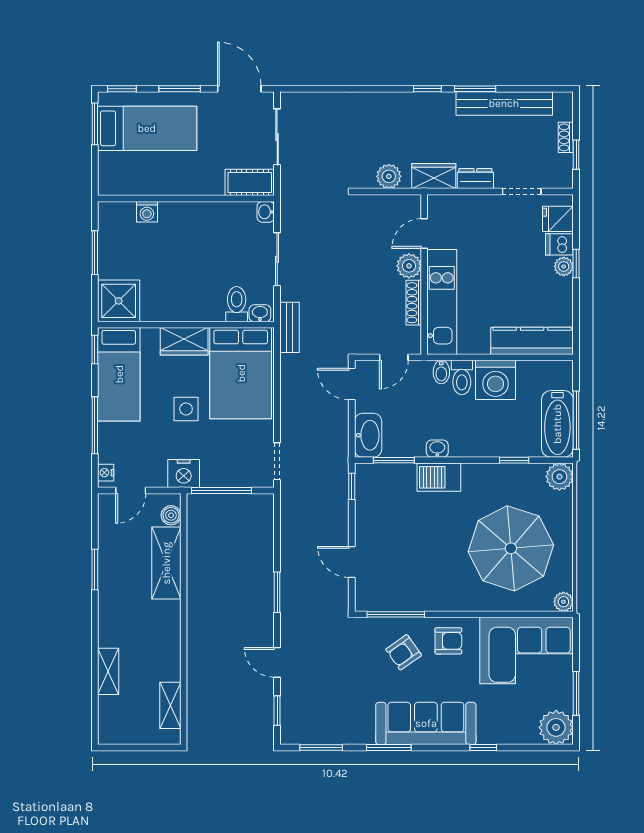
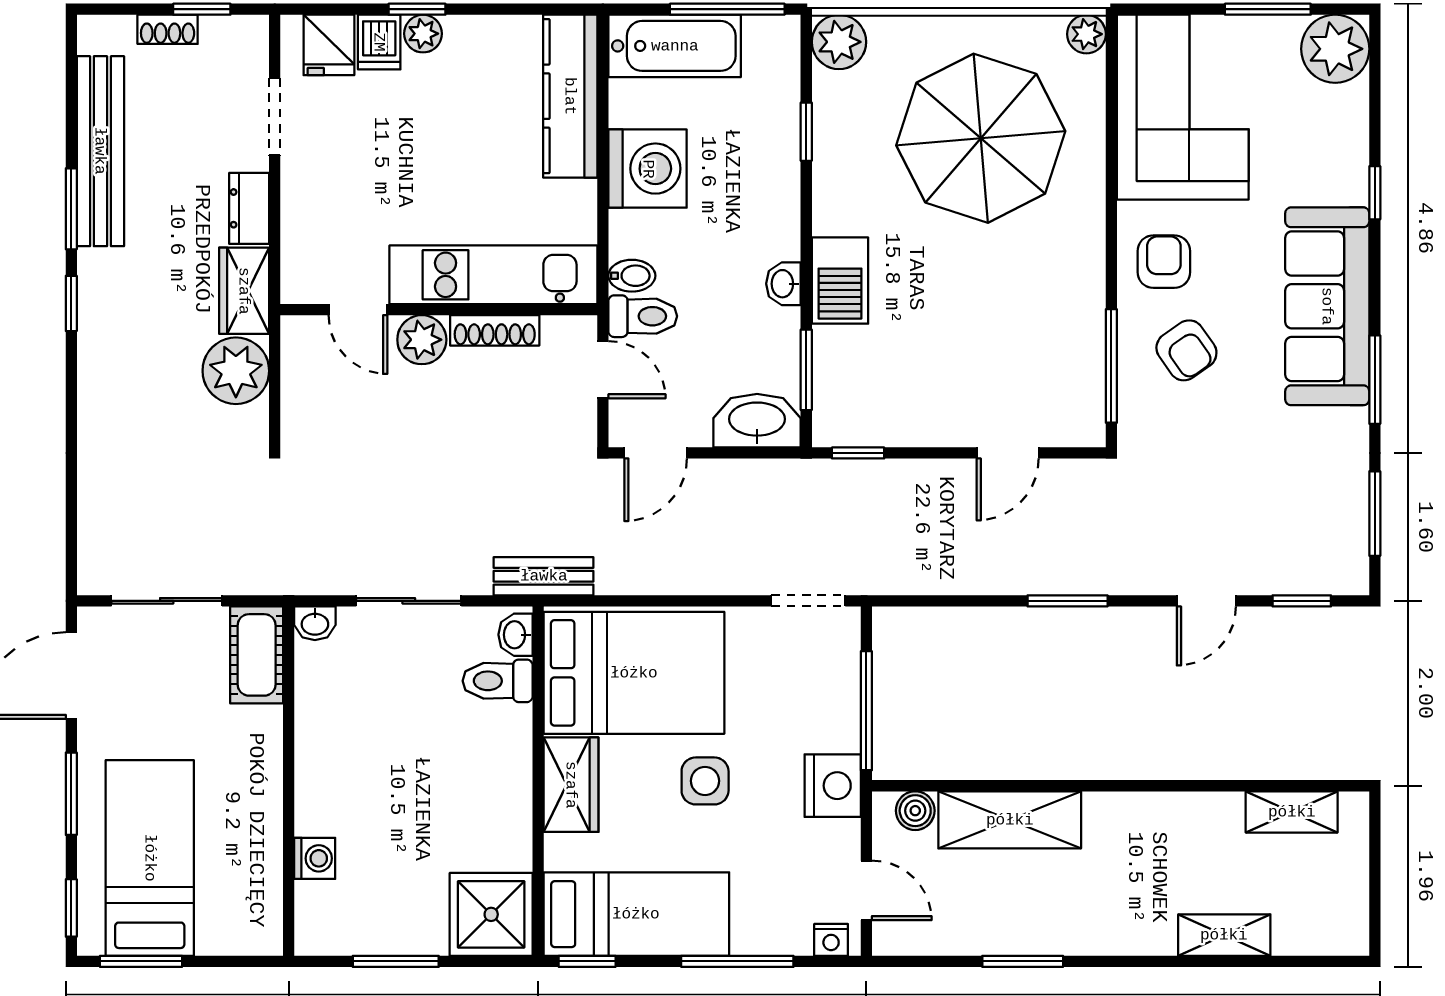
plant: (389, 176) -> (236, 371), width x1.36, depth x1.36
toilet: (462, 378) -> (643, 316), moved
bathtub: (557, 424) -> (675, 46), moved

